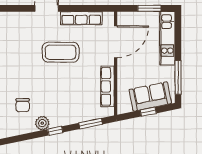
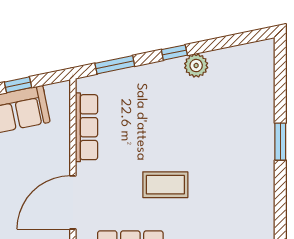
coffee table: (61, 52) -> (165, 185), width x0.73, depth x0.76
chair: (23, 105) -> (229, 96), removed

